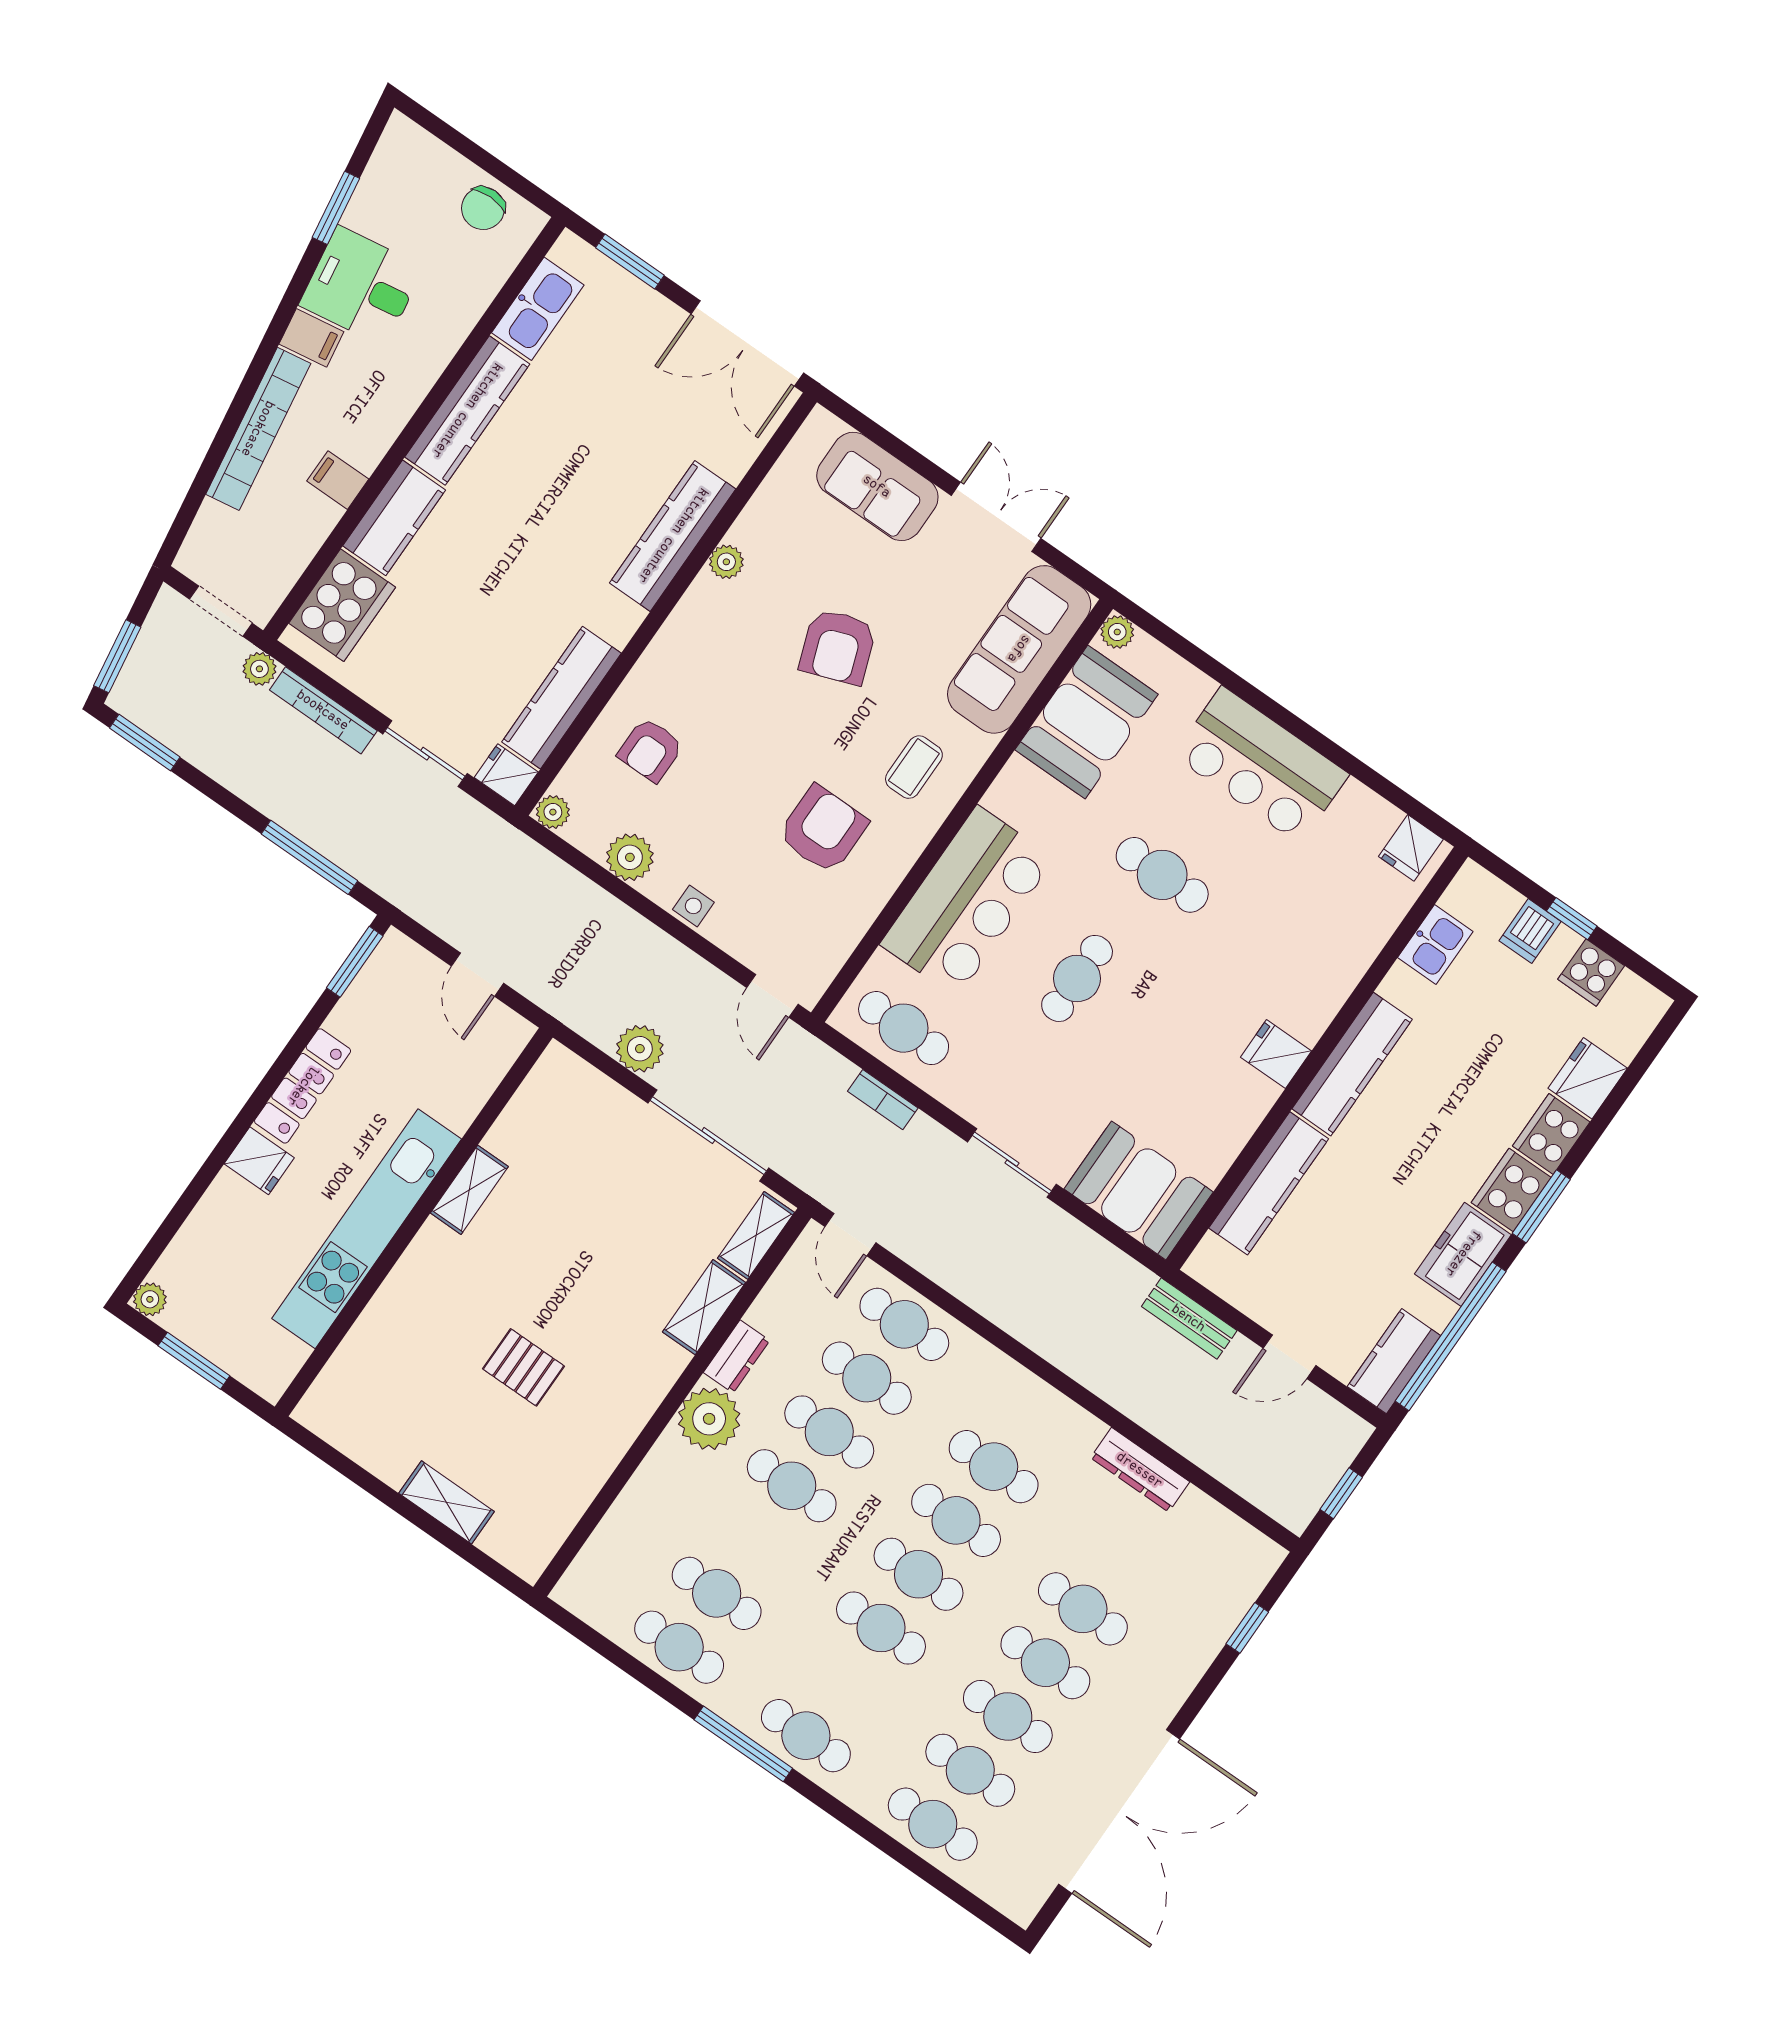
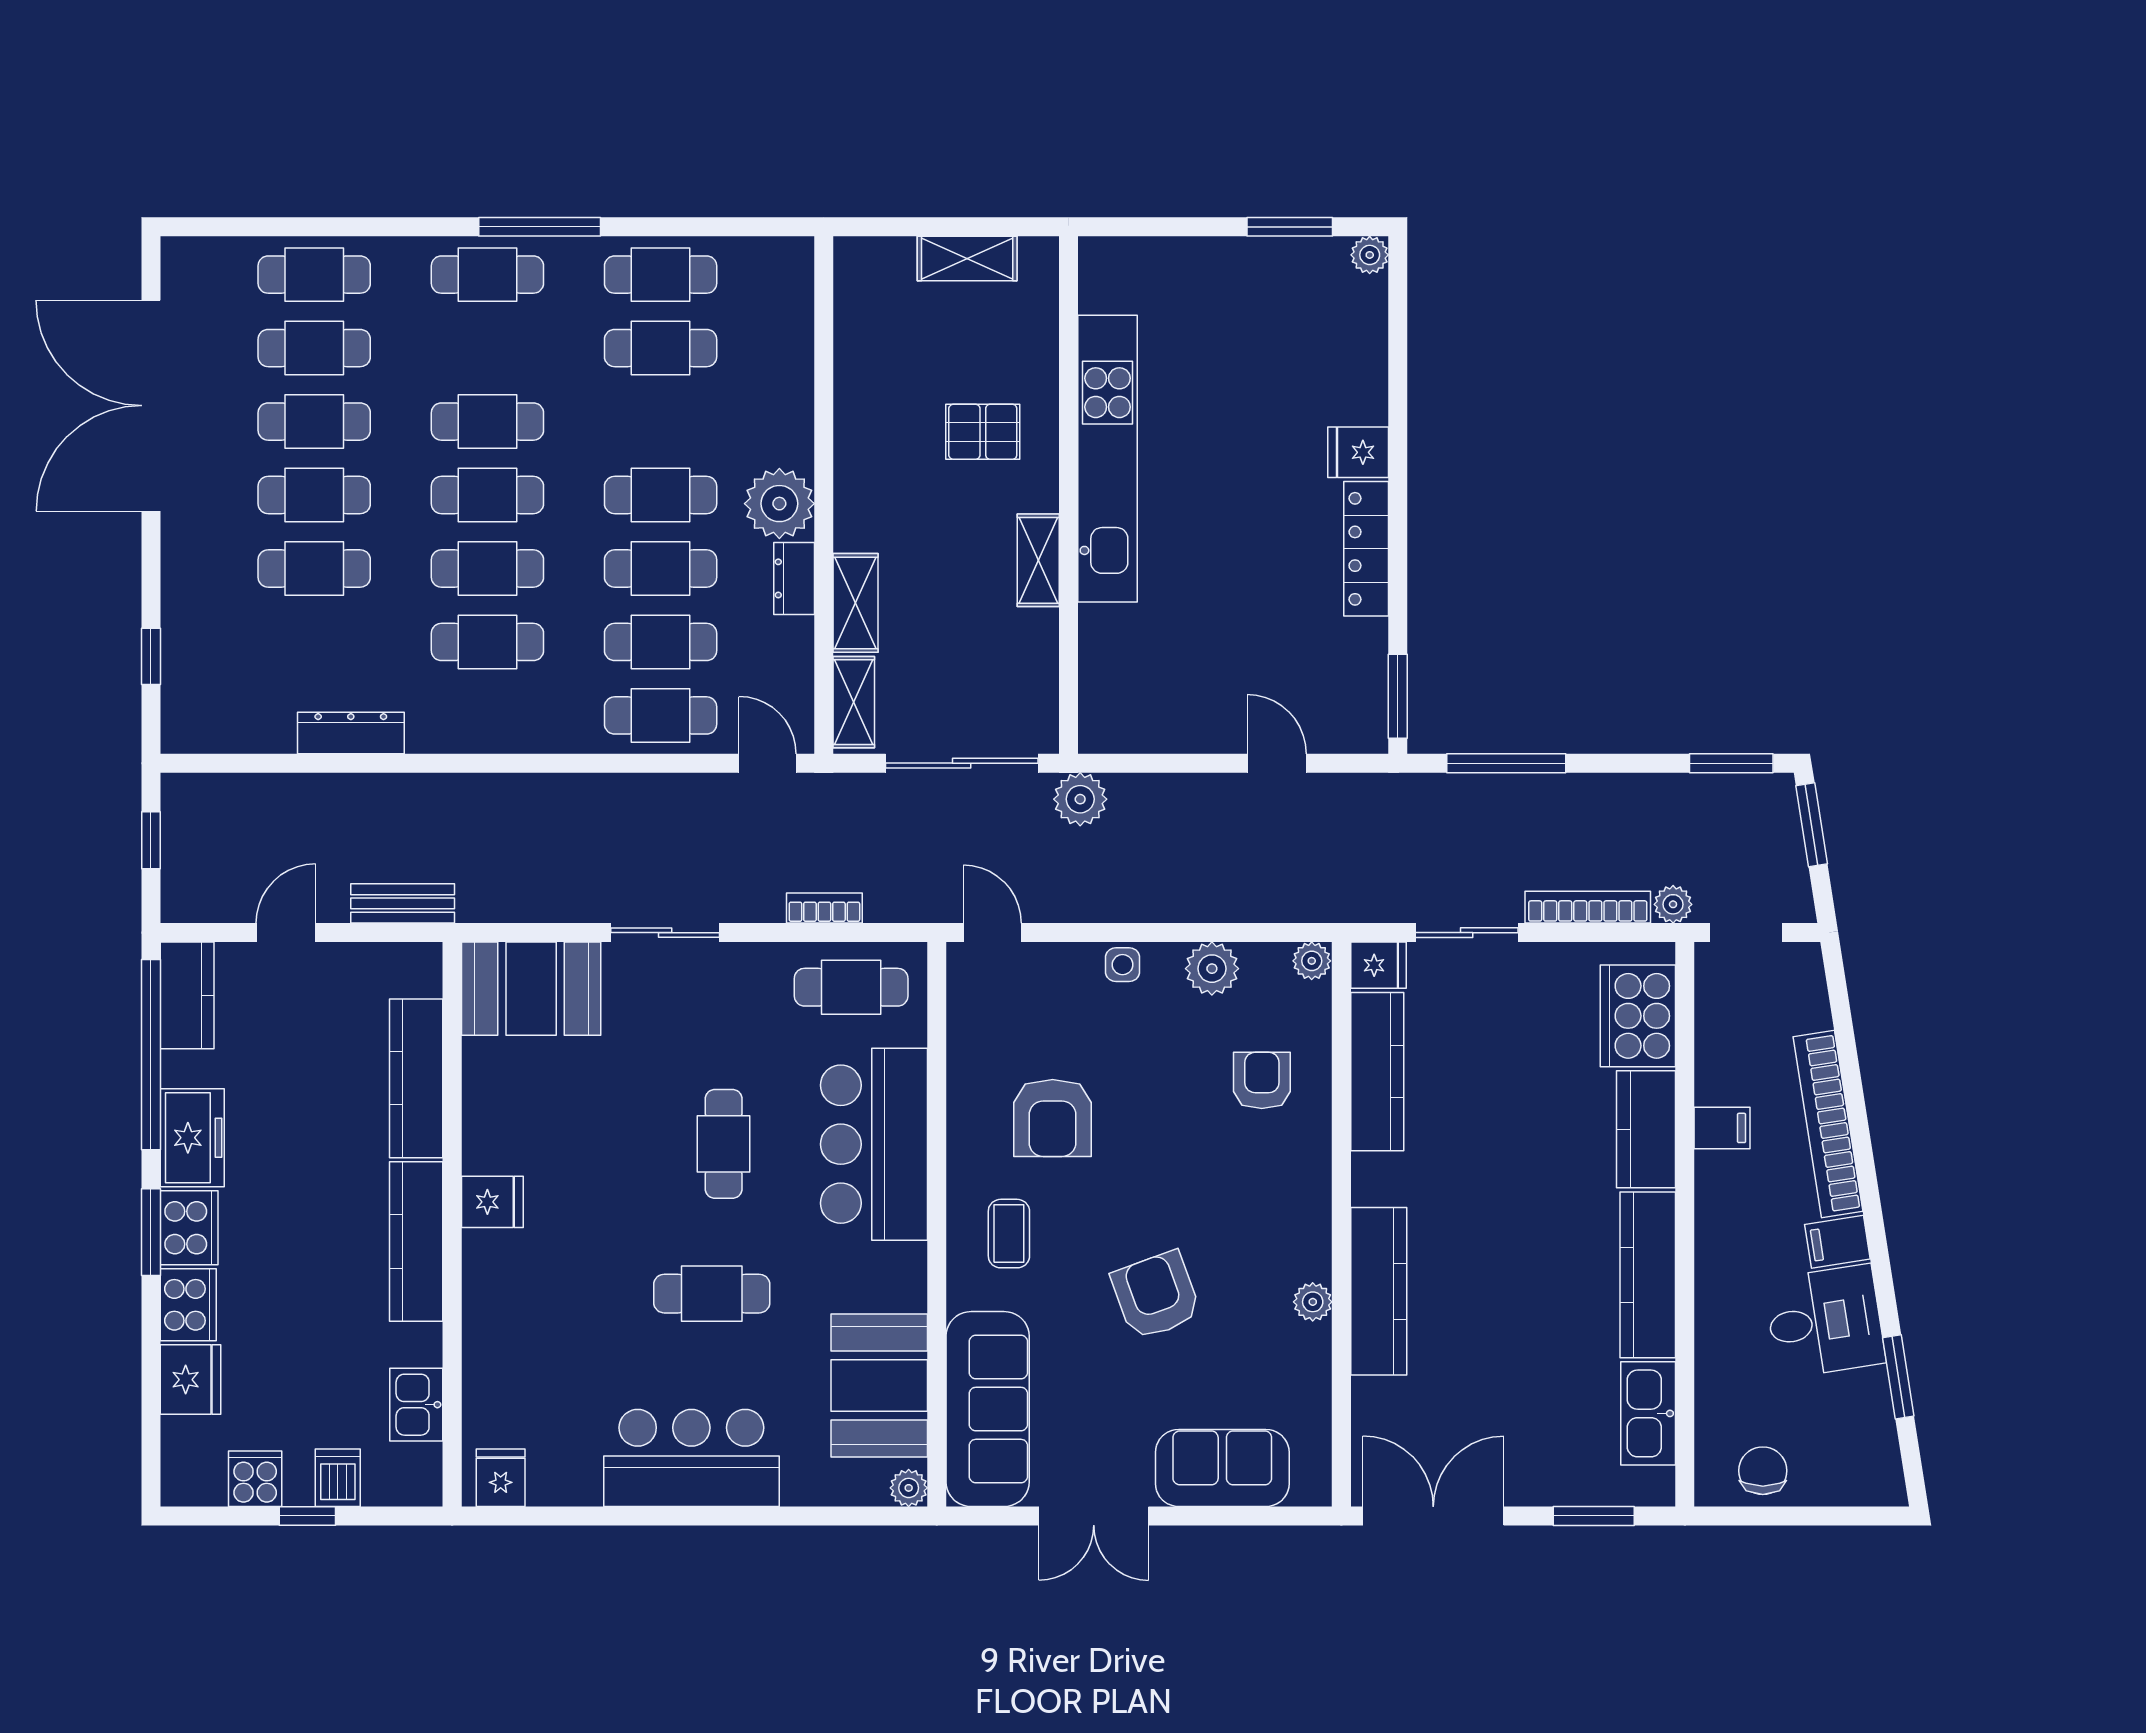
shelving: (469, 1190) -> (1038, 560), moved
wall: (414, 1222) -> (1068, 495), moved
kitchen unit: (367, 1229) -> (1108, 459), moved

